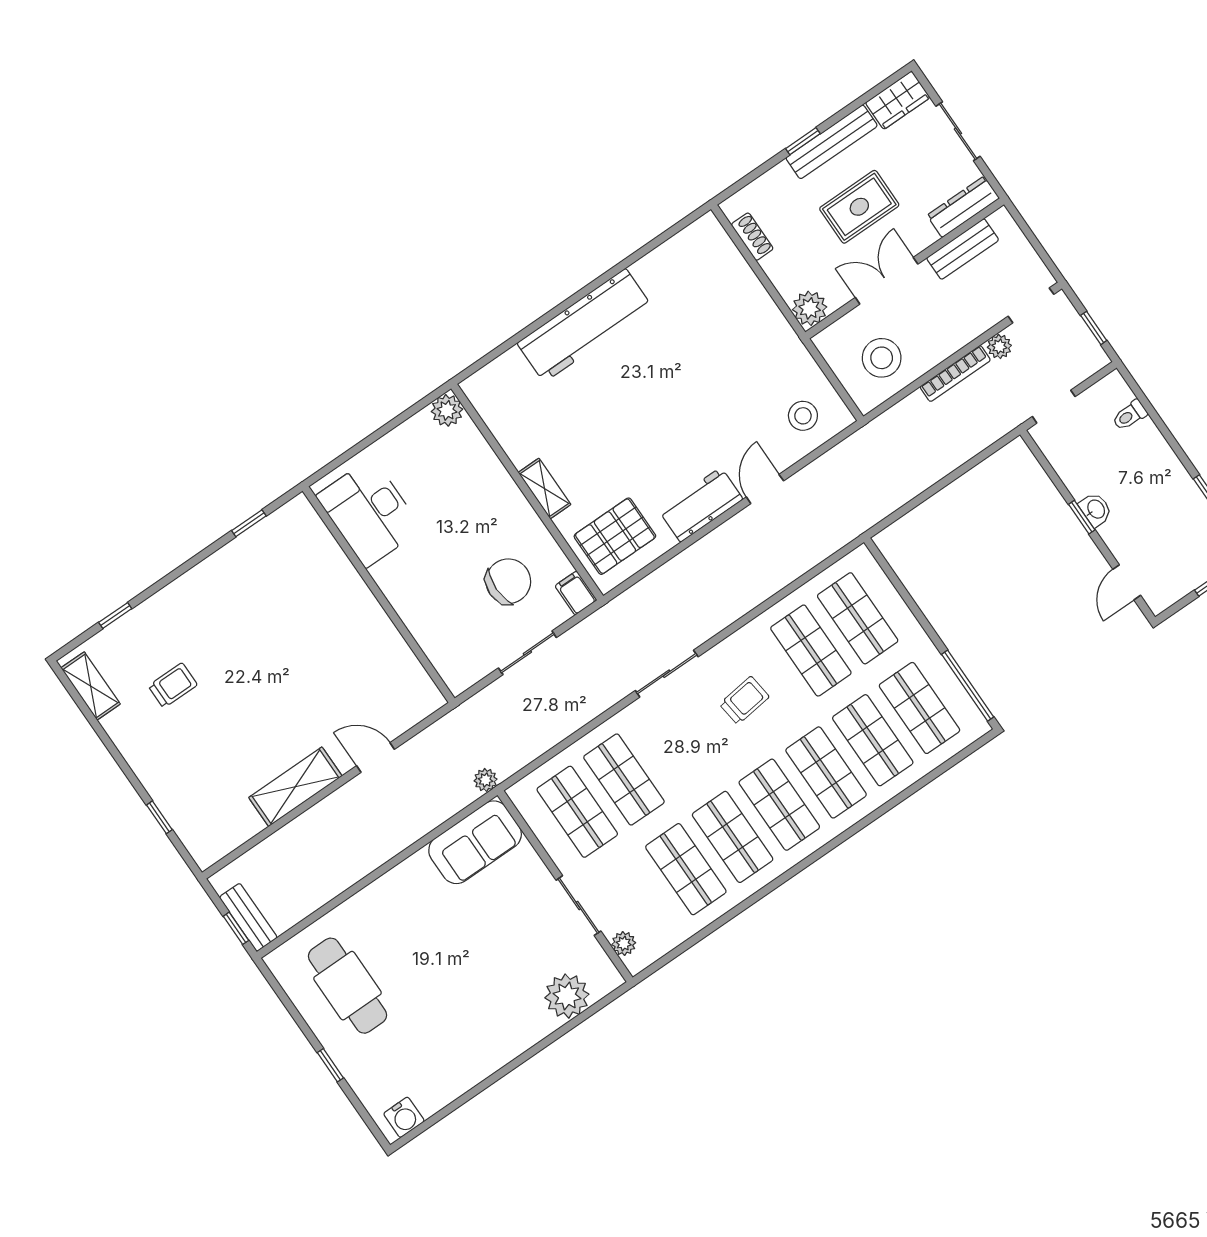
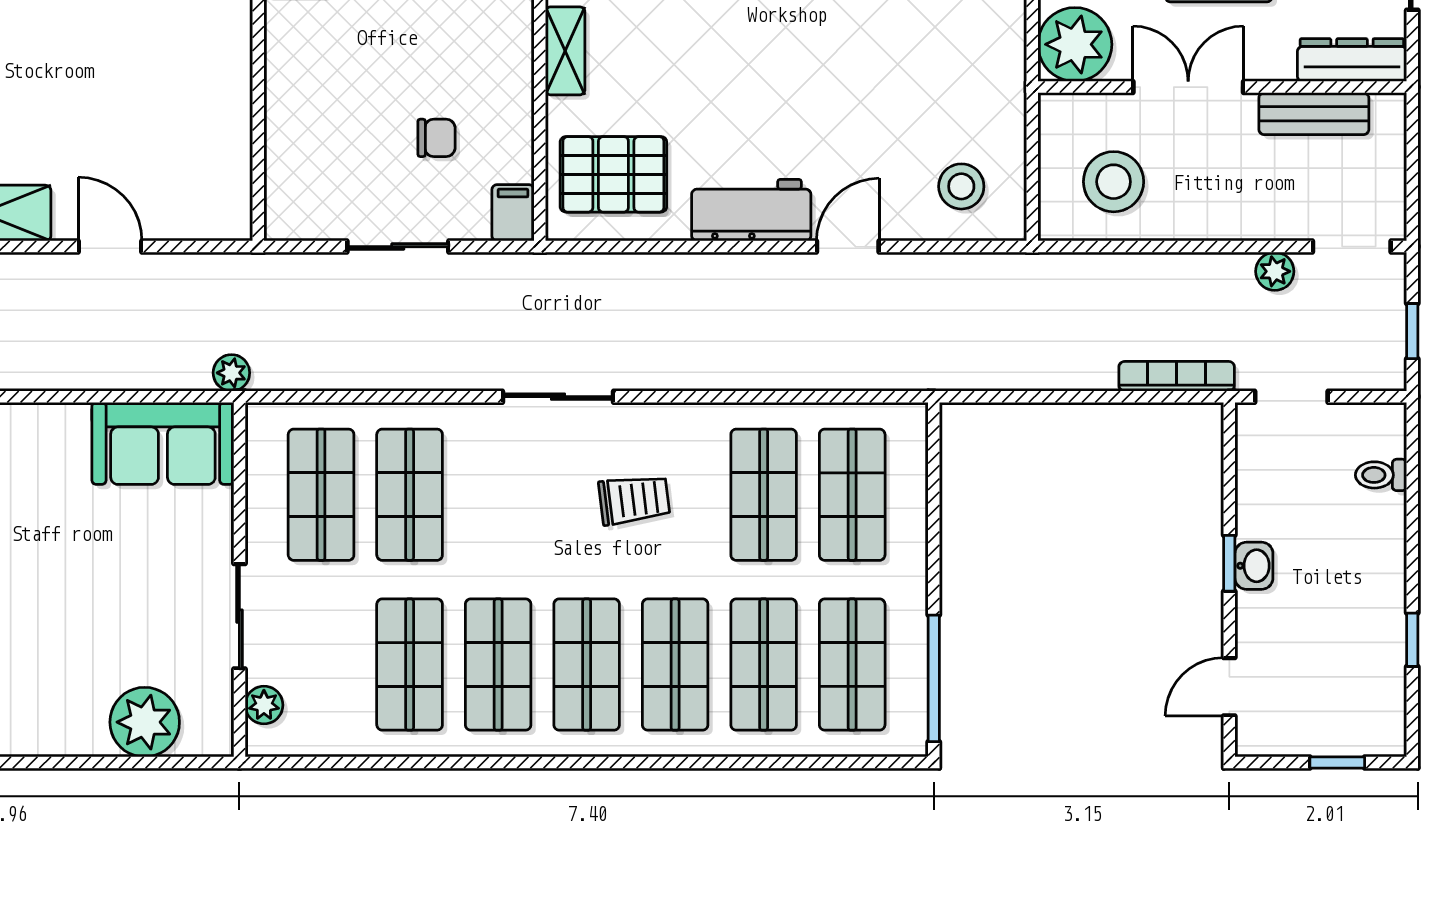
plant: (810, 308) -> (1075, 44), width x1.36, depth x1.36
bookcase: (955, 374) -> (1177, 376), moved, turned 180
chair: (508, 581) -> (437, 138), width x0.54, depth x0.54

